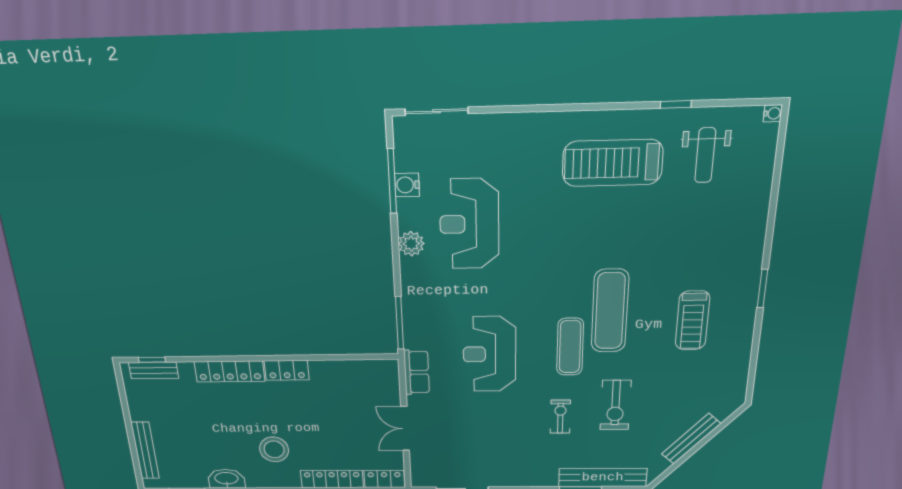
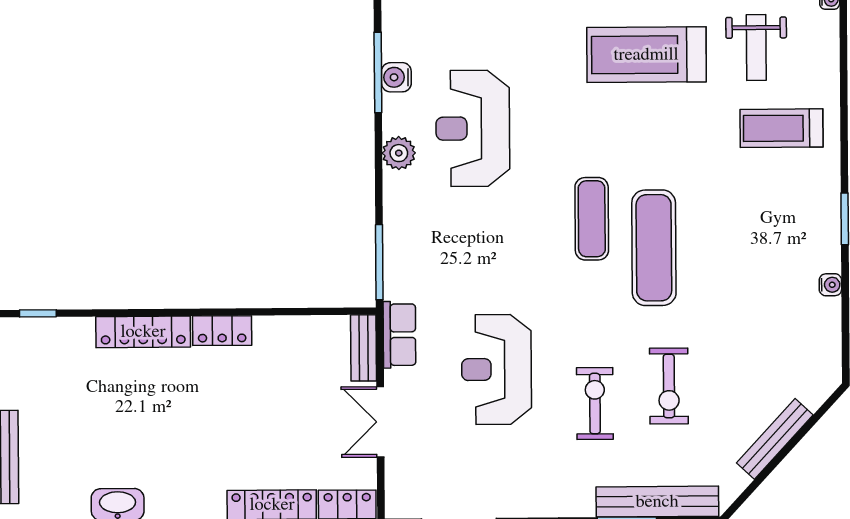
treadmill: (692, 320) -> (782, 128), moved, turned 90
water cooler: (745, 336) -> (830, 285), added
exercise mat: (570, 347) -> (592, 219), moved
reception desk: (489, 354) -> (496, 369), moved
bench: (154, 370) -> (363, 348), moved, turned 90
exercise bike: (560, 417) -> (595, 404), width x1.38, depth x1.39
stool: (274, 449) -> (192, 455), removed

